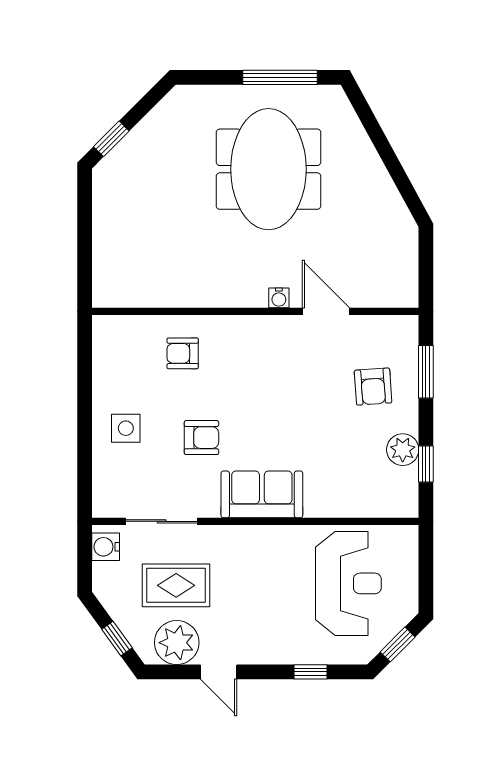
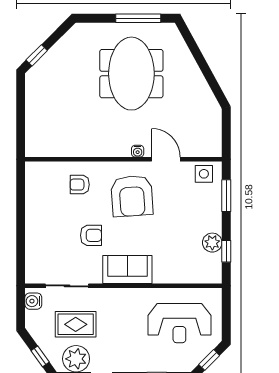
armchair: (373, 387) -> (132, 196), moved, width x1.88, depth x1.88
side table: (126, 428) -> (204, 174), moved
reception desk: (348, 583) -> (179, 323), turned 90

